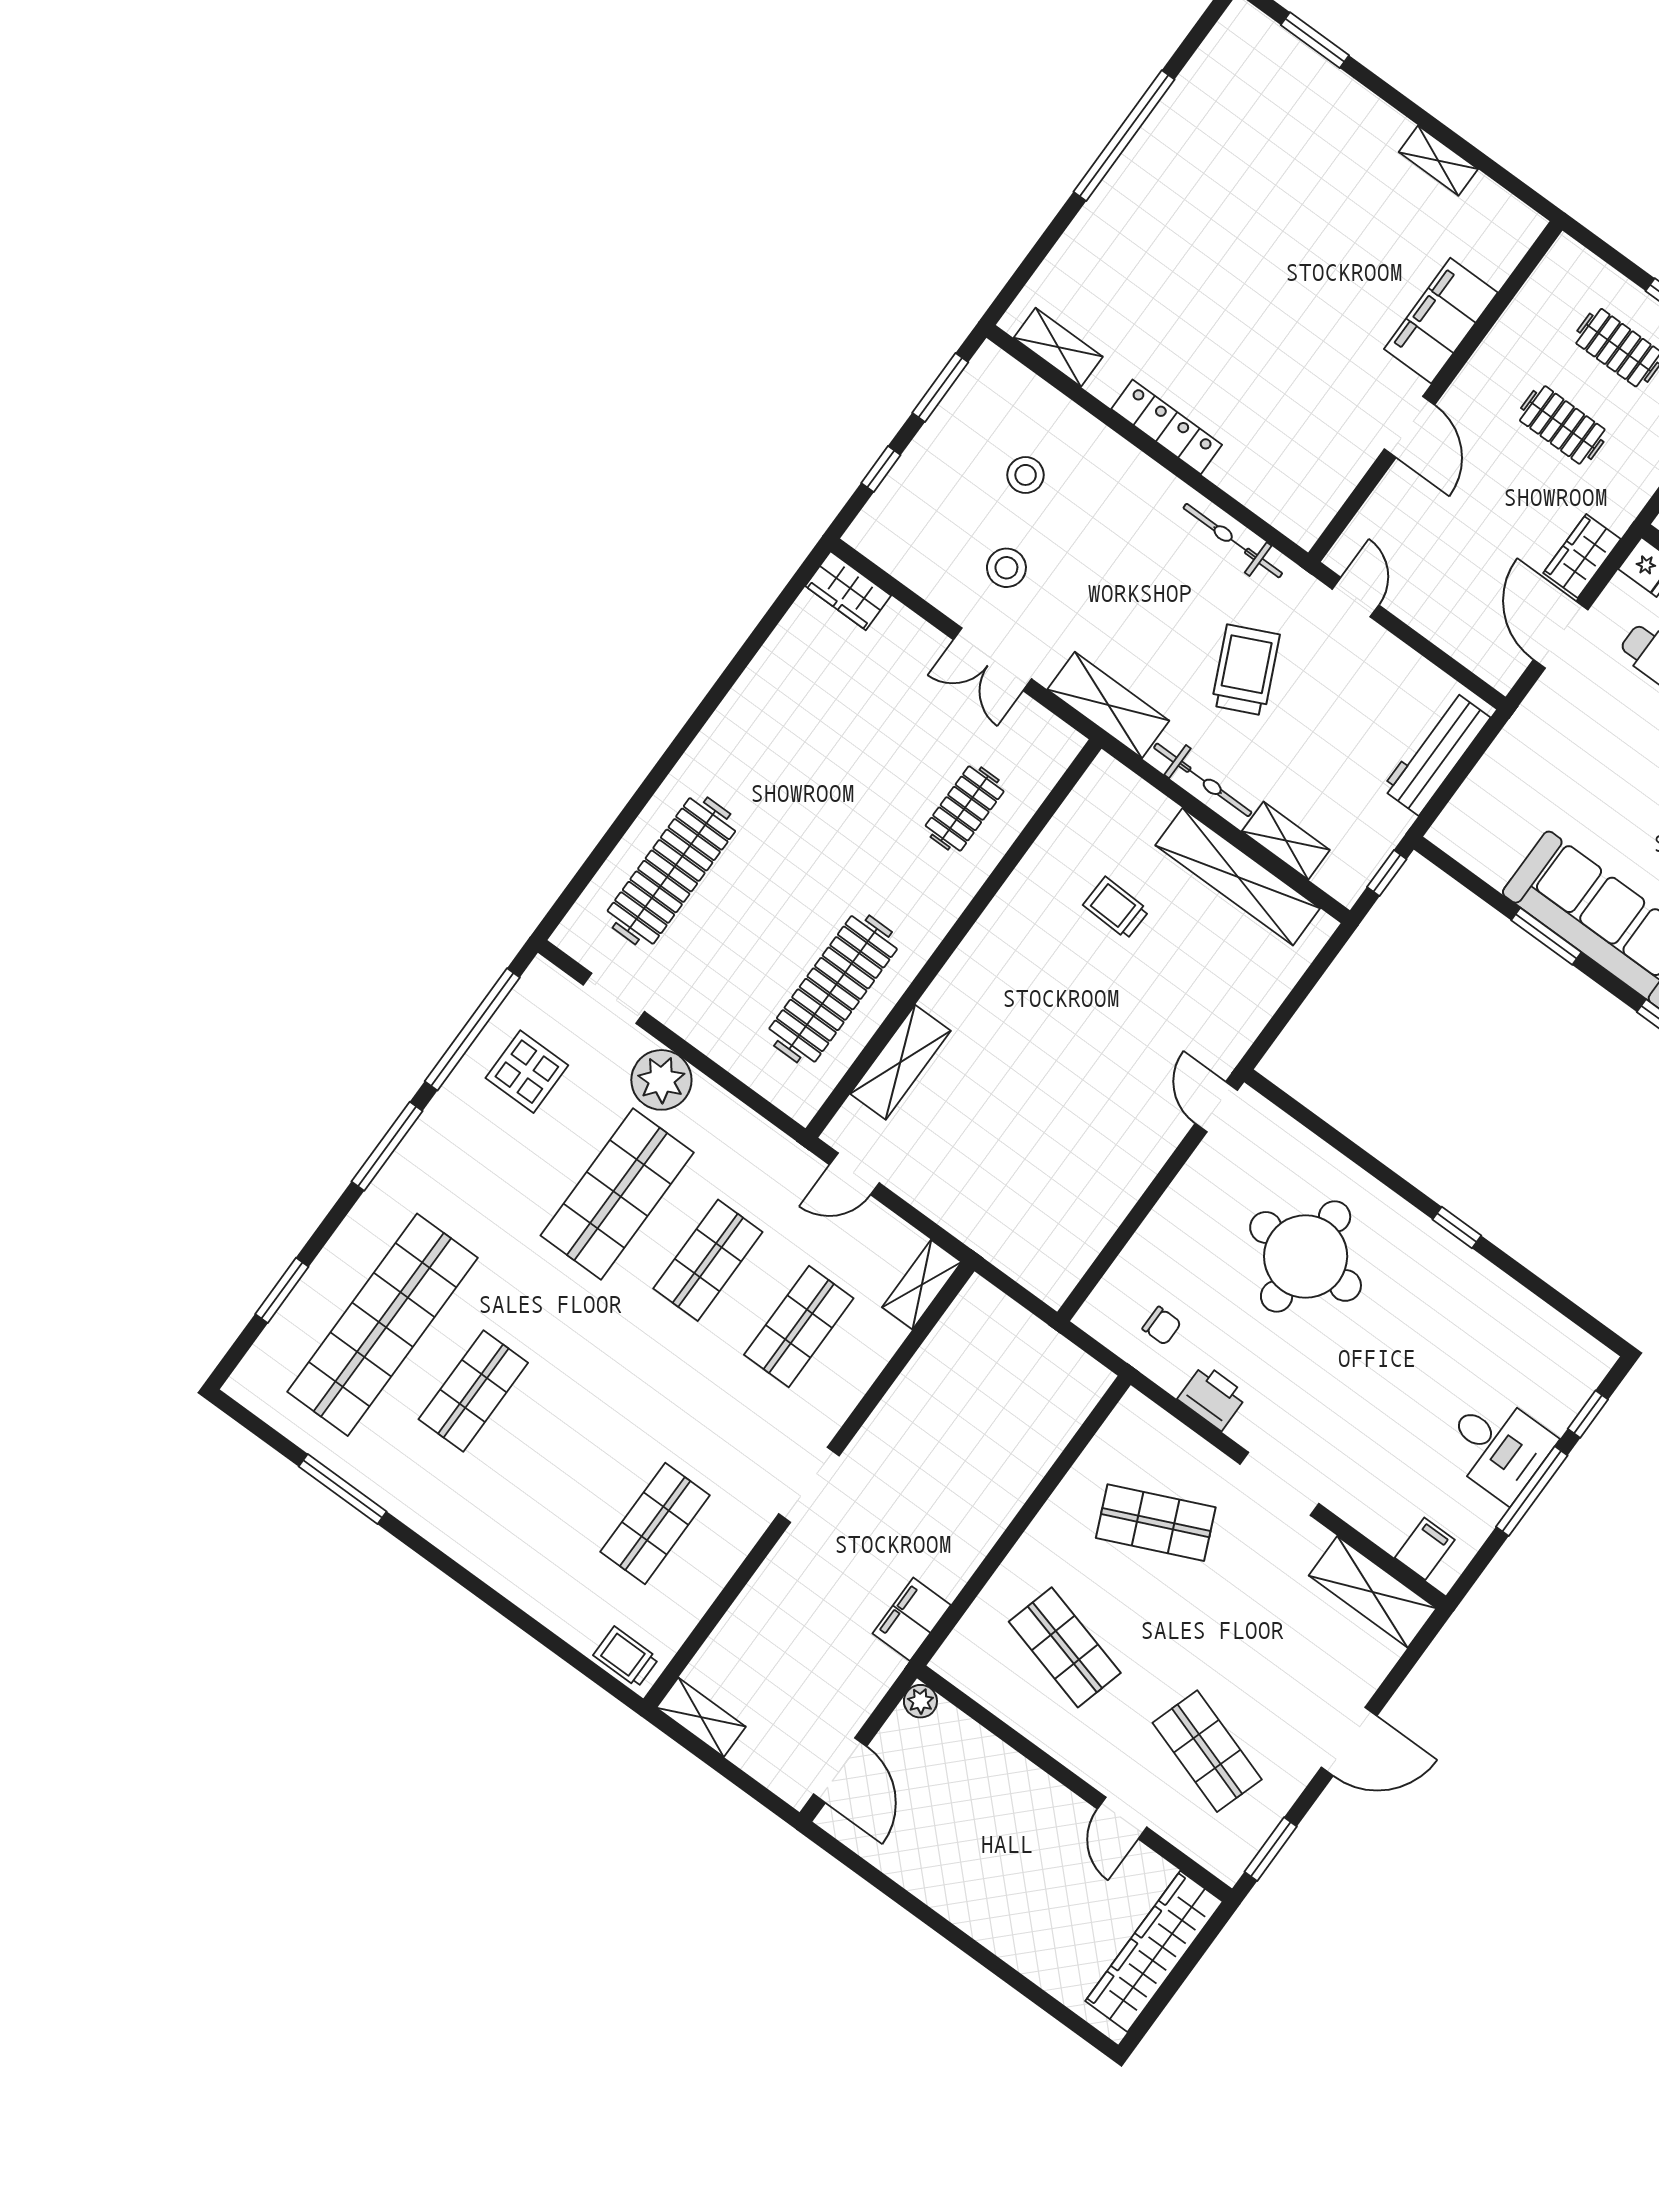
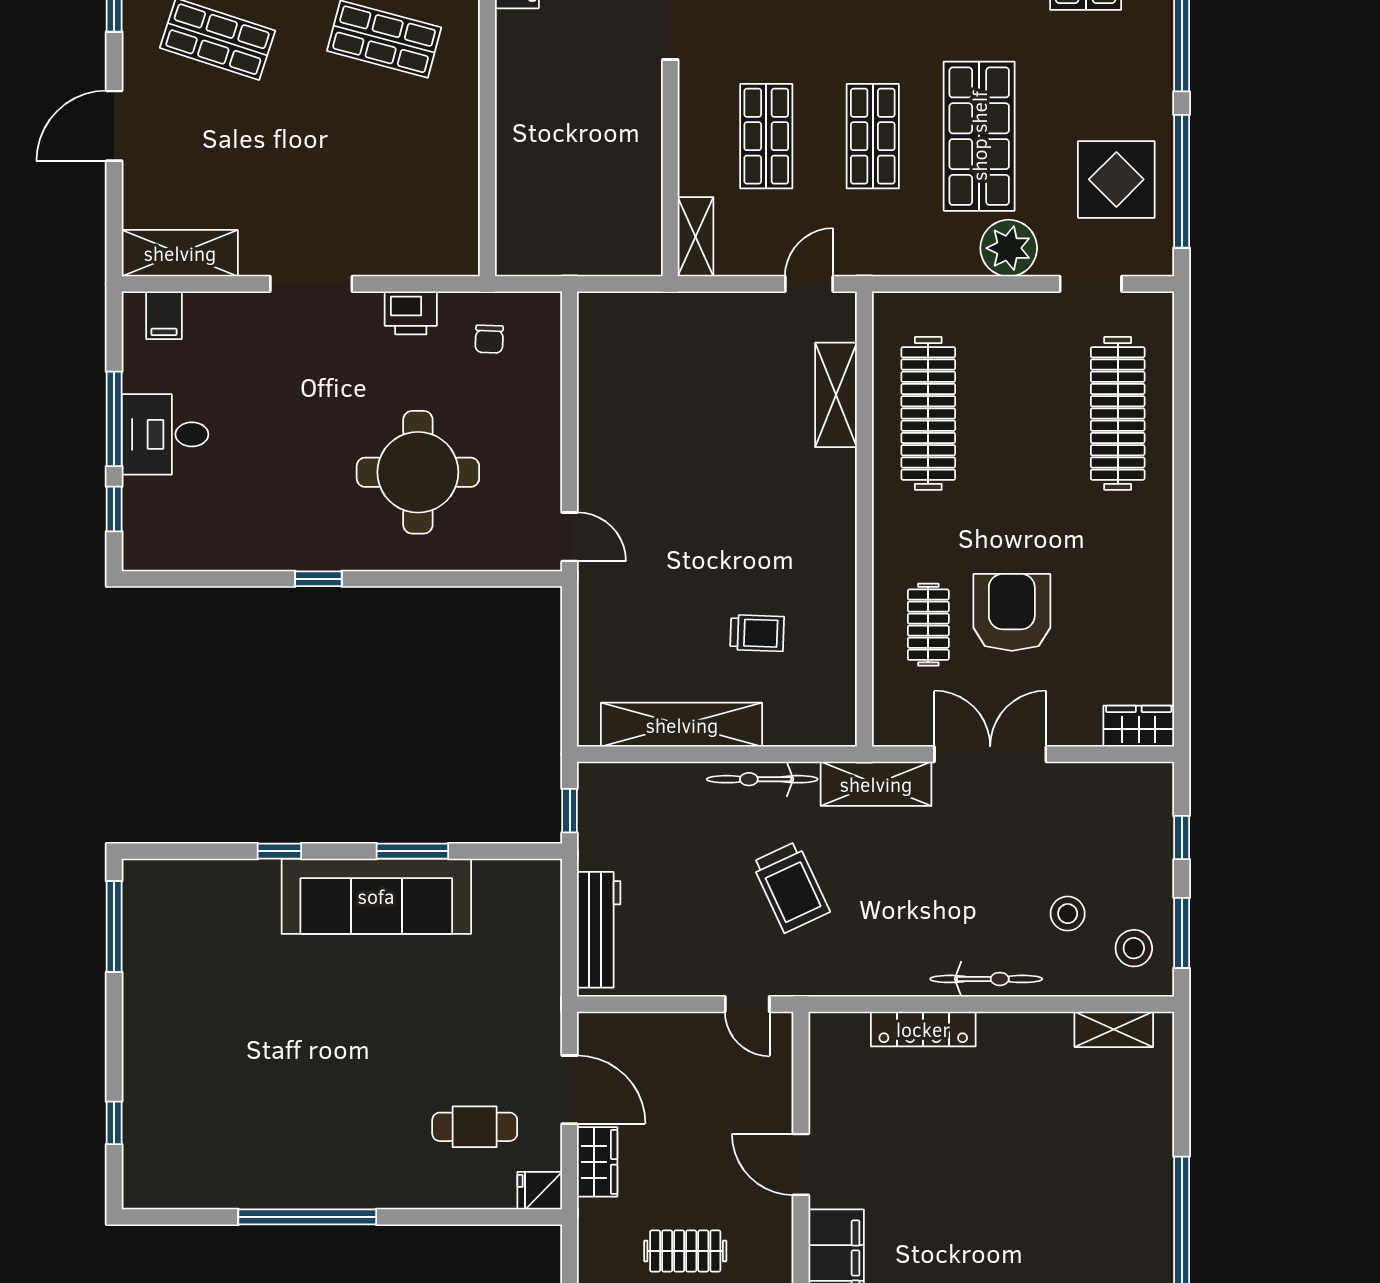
locker: (1167, 427) -> (923, 1029), moved
bicycle: (1233, 541) -> (986, 979), moved
stool: (1006, 568) -> (1134, 948), moved
double door: (992, 659) -> (990, 754), width x1.37
armchair: (886, 767) -> (1012, 612), added
shelving: (1286, 841) -> (665, 779), removed
display table: (527, 1072) -> (1116, 179), width x1.36, depth x1.36
chair: (1162, 1326) -> (489, 339), turned -88
shop shelf: (1156, 1523) -> (384, 185), removed

